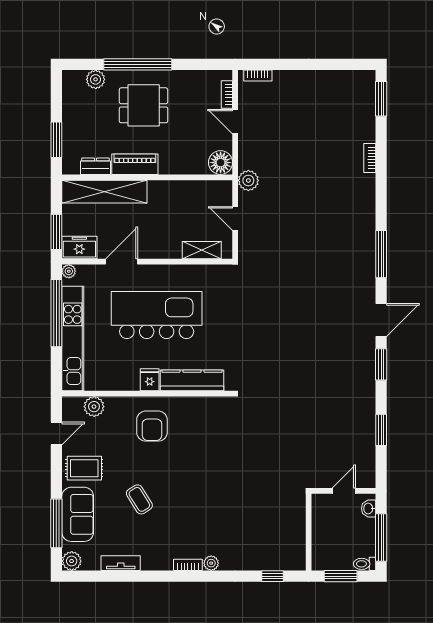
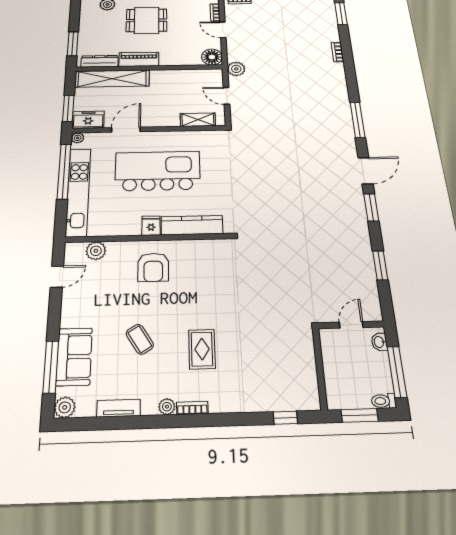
dresser: (96, 166) -> (100, 61), width x1.44
rug: (84, 468) -> (202, 349), moved, turned 90
plant: (211, 563) -> (167, 407), moved

